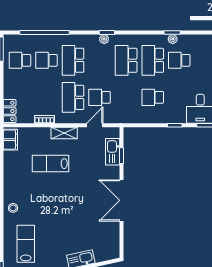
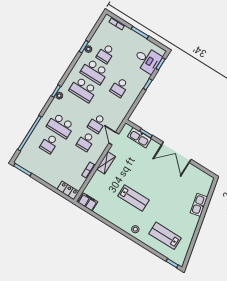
school desk: (20, 60) -> (38, 162), removed
school desk: (73, 97) -> (86, 141), width x0.54
lab bench: (50, 164) -> (133, 198), moved, turned -90

